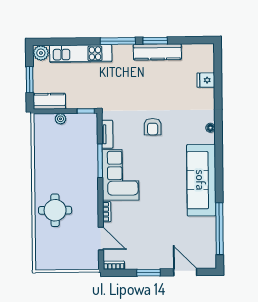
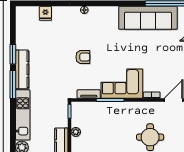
kitchen counter: (157, 52) -> (22, 69), moved
sofa: (201, 180) -> (148, 18), moved

